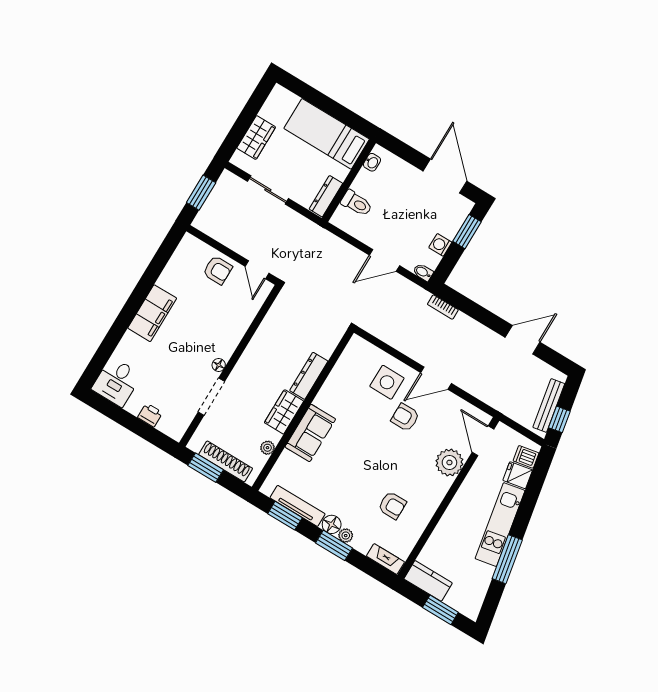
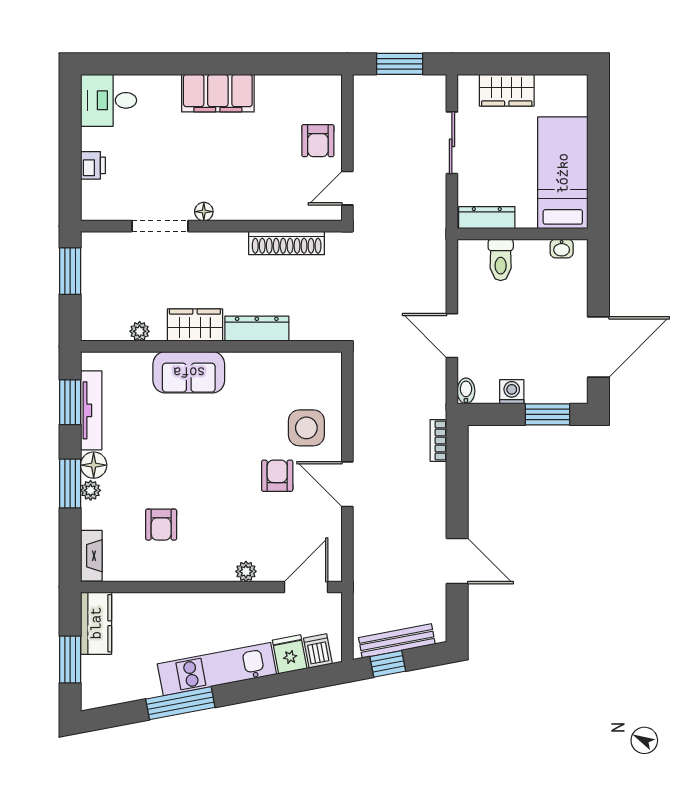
shoe rack: (226, 461) -> (287, 243), moved, turned 90
plant: (449, 462) -> (246, 571), width x0.53, depth x0.53

